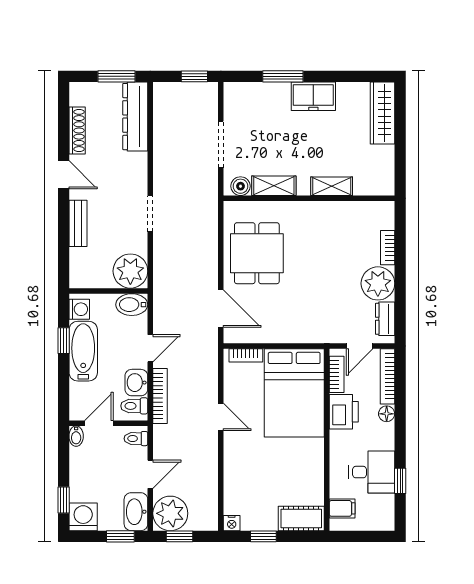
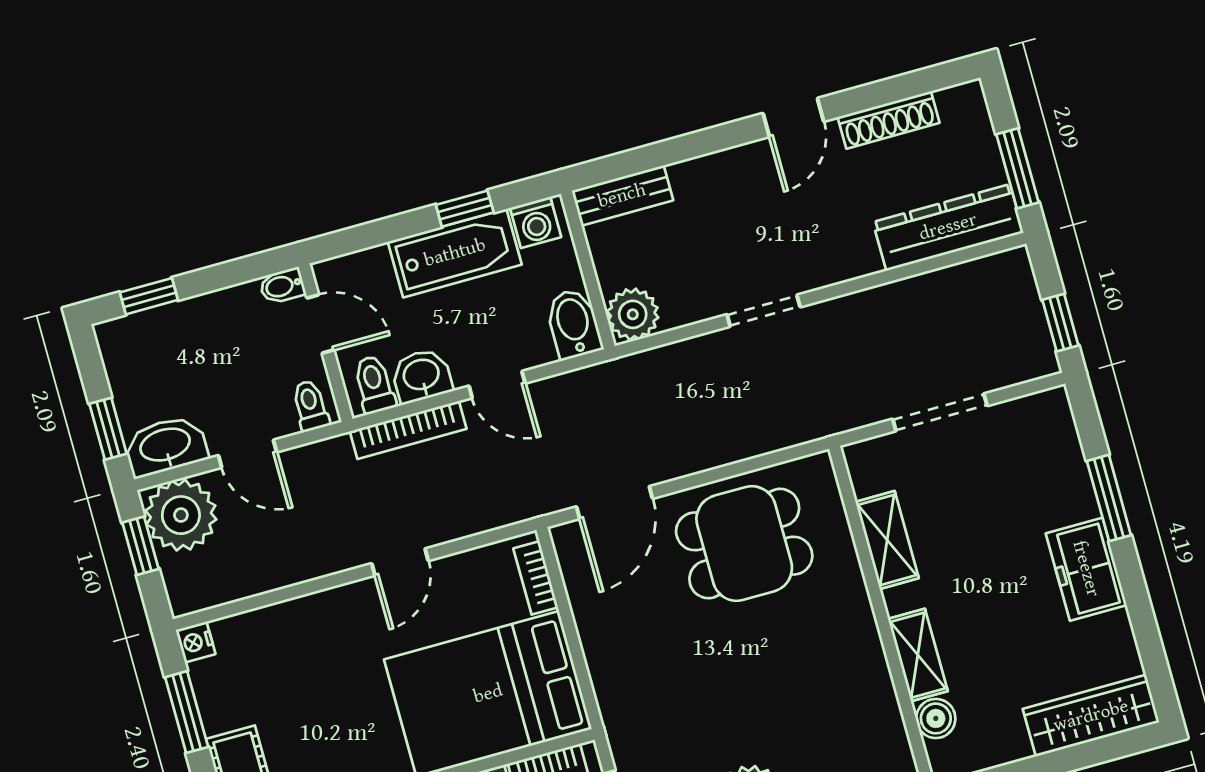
boiler: (241, 186) -> (936, 718), moved
bench: (78, 223) -> (622, 196), moved
plant: (130, 271) -> (633, 314), width x0.73, depth x0.73
washing machine: (83, 517) -> (126, 344), removed
window: (263, 536) -> (187, 712), width x1.50

